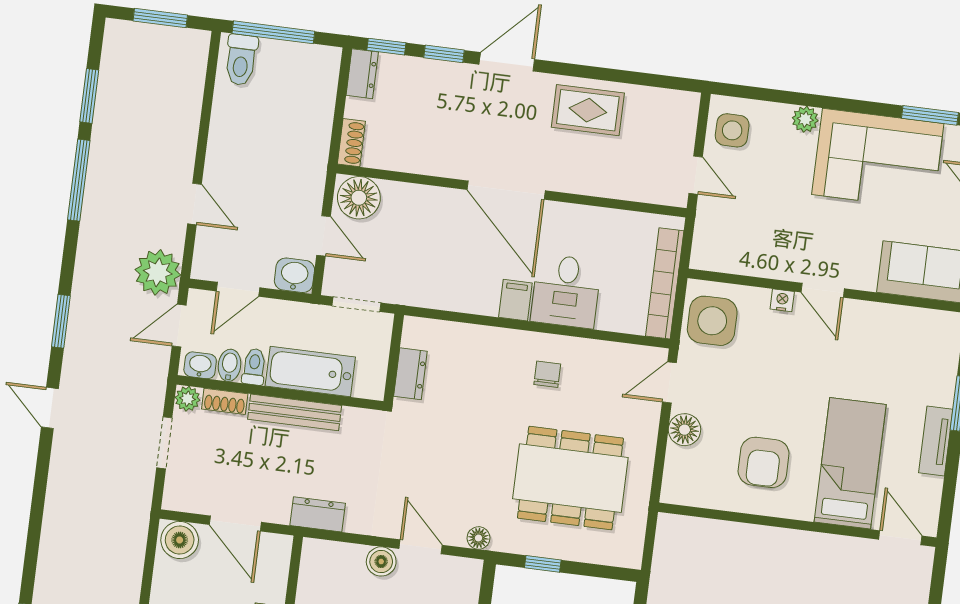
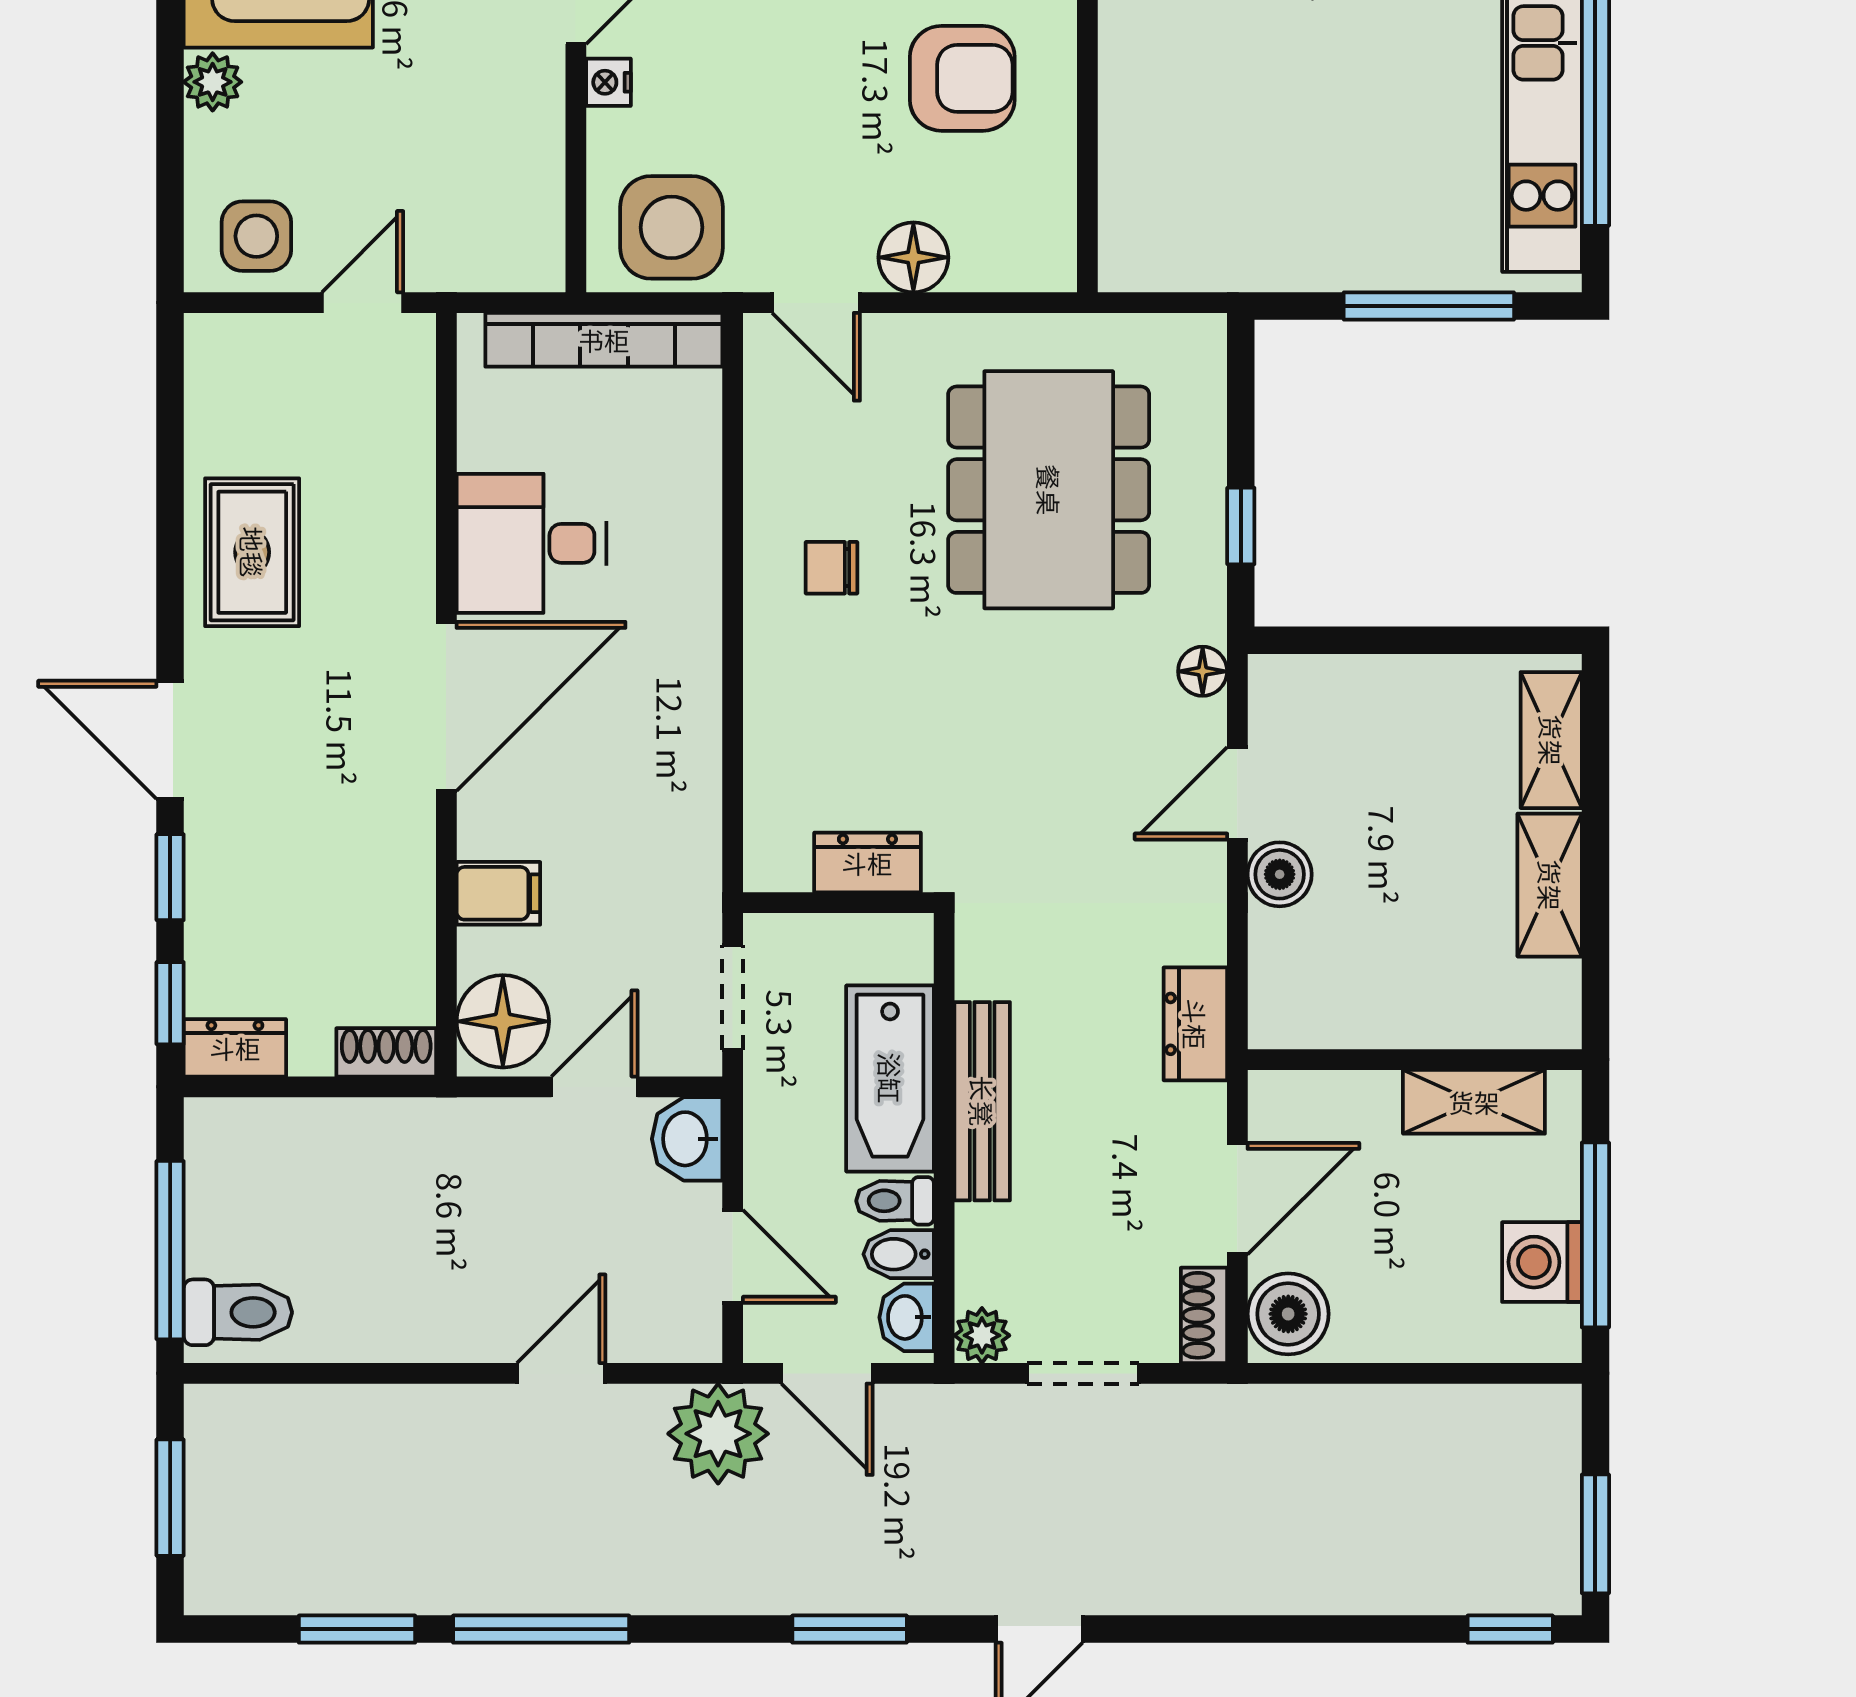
desk: (566, 291) -> (531, 543), moved, turned 180
filing cabinet: (515, 300) -> (498, 893), moved, turned 180
shoe rack: (225, 401) -> (1204, 1315), moved, turned 180

